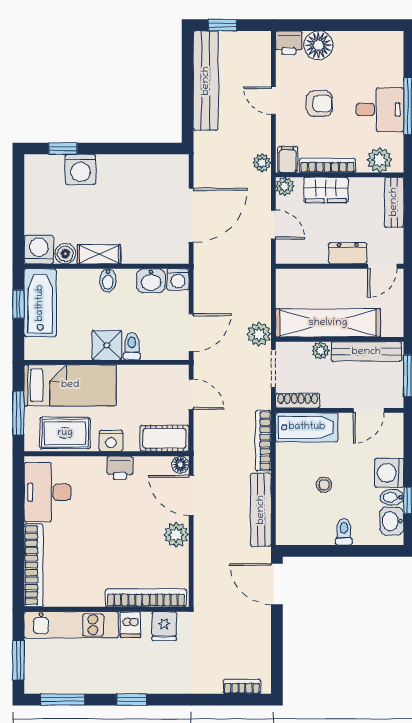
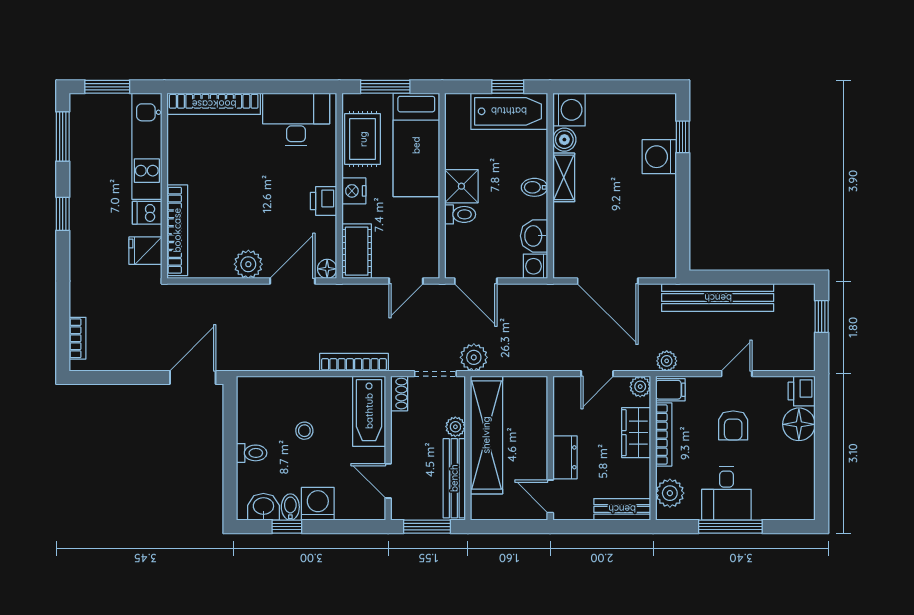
bench: (206, 81) -> (718, 298), moved
shoe rack: (298, 401) -> (399, 394), width x0.70
bench: (261, 510) -> (276, 360), removed

